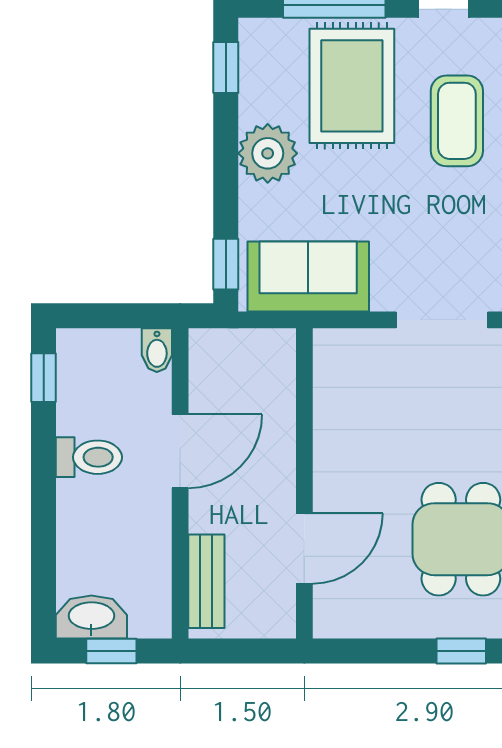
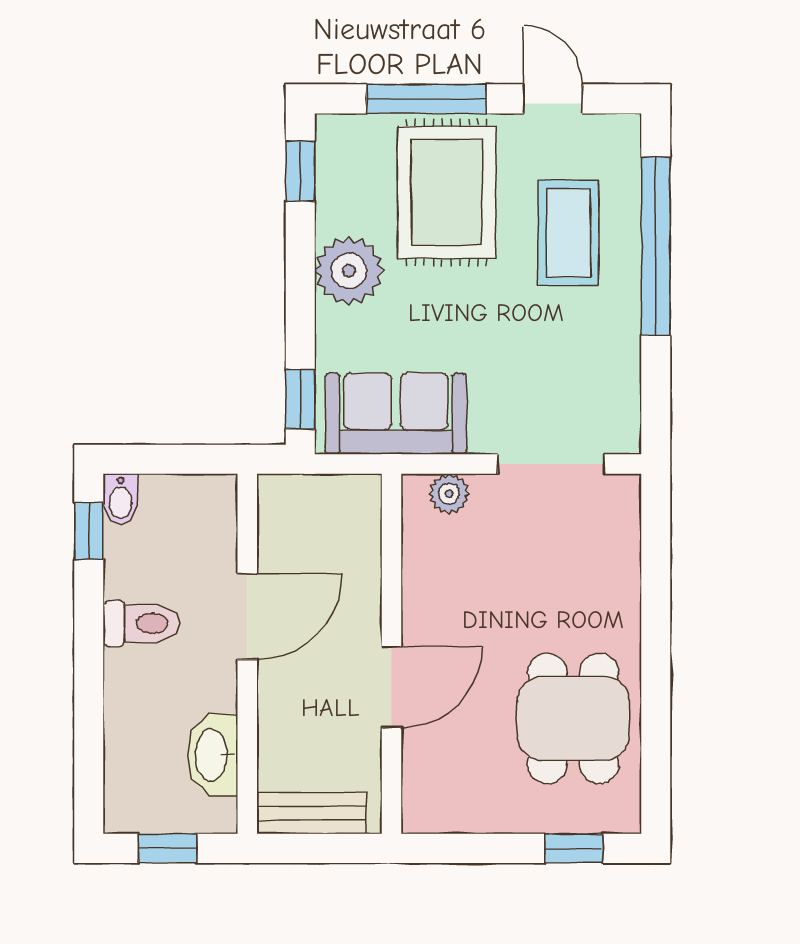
plant: (354, 345) -> (449, 494), added
bidet: (157, 350) -> (121, 499), moved
door: (304, 548) -> (391, 687), moved
bench: (206, 581) -> (311, 813), moved, turned 90
washbasin: (91, 617) -> (213, 755), moved, turned -90

